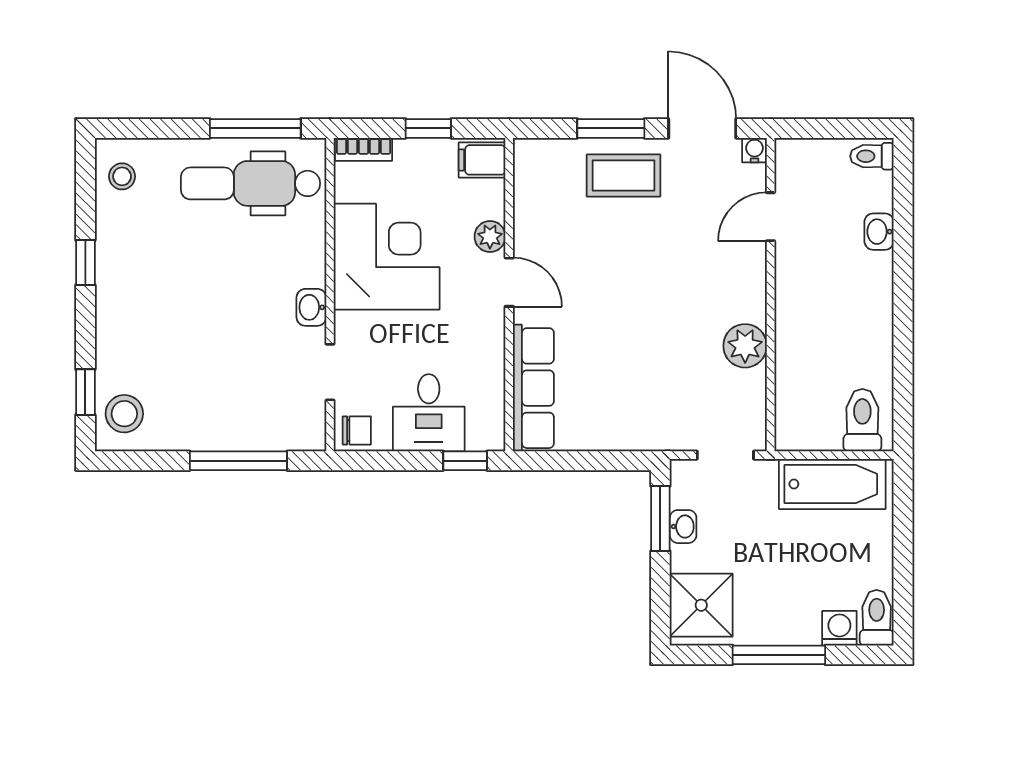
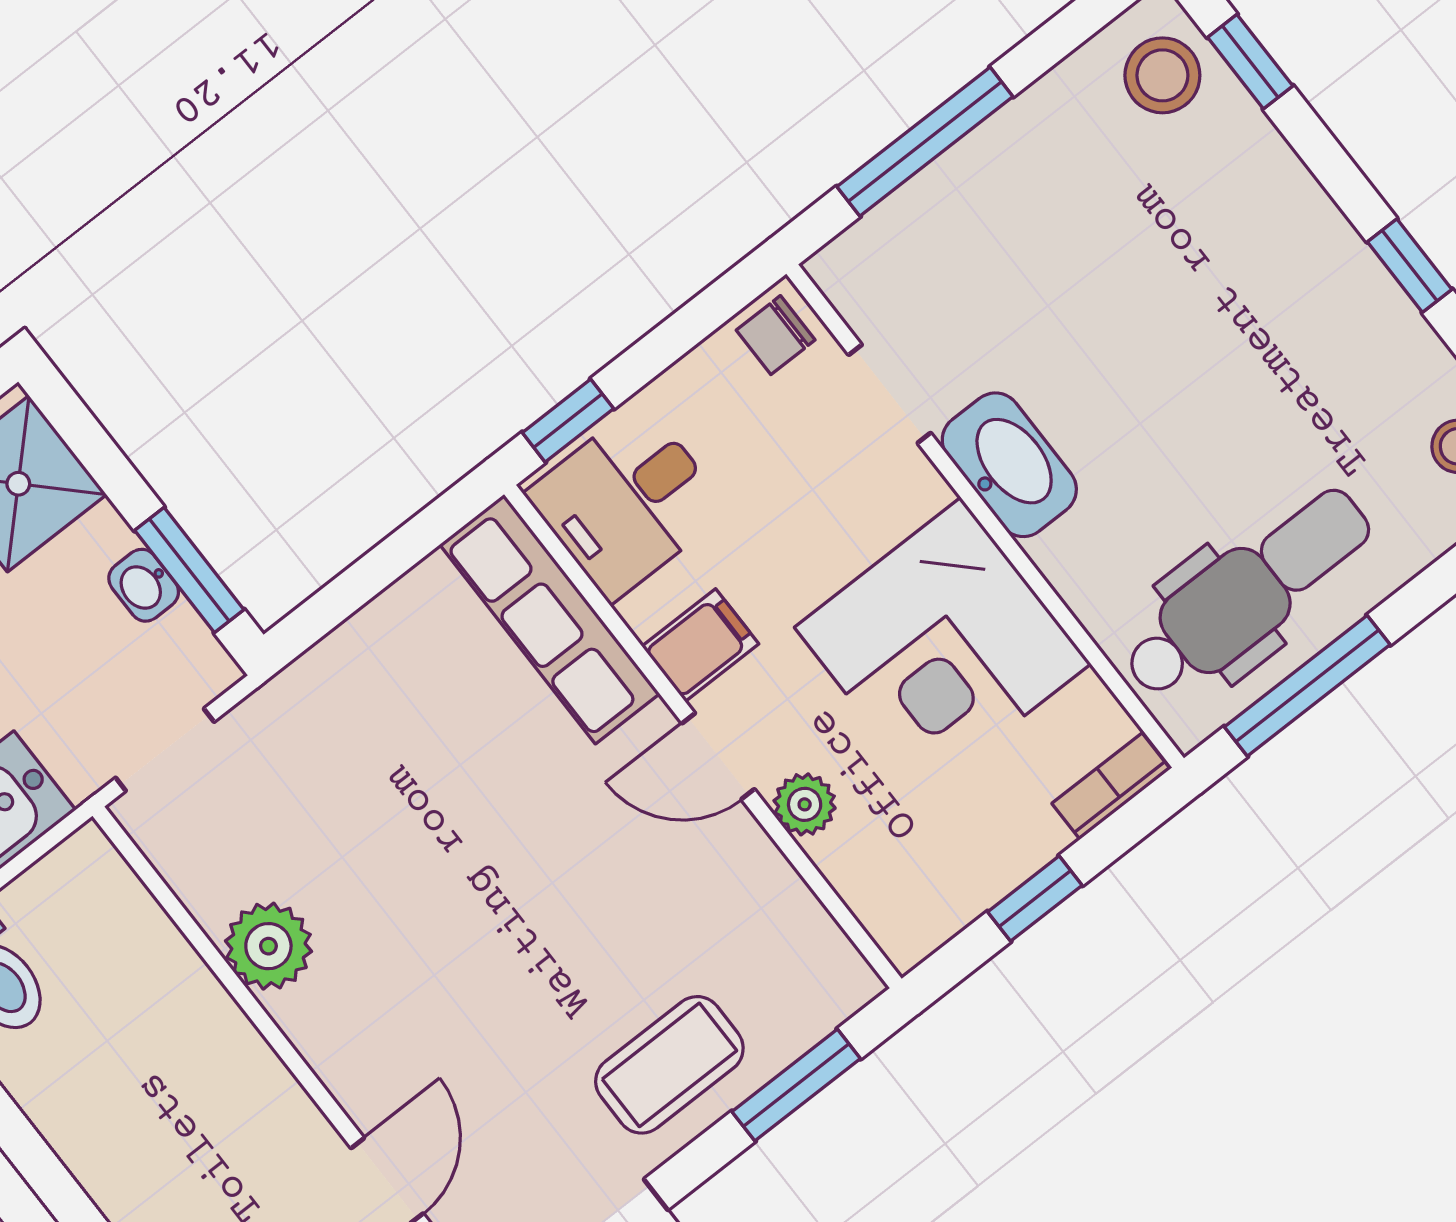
window: (611, 128) -> (796, 1085), moved
filing cabinet: (482, 160) -> (700, 645), moved
washbasin: (311, 307) -> (1009, 465), width x1.91, depth x1.45
desk: (429, 413) -> (627, 502), moved, turned -90

